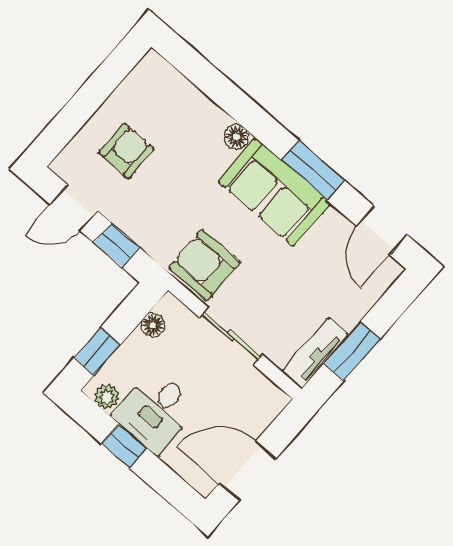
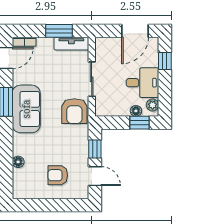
floor lamp: (236, 137) -> (18, 162), moved
bookcase: (383, 281) -> (24, 42), added
floor lamp: (153, 325) -> (136, 111), moved
window: (124, 446) -> (165, 61), moved
door: (248, 471) -> (135, 31), hinge flipped

